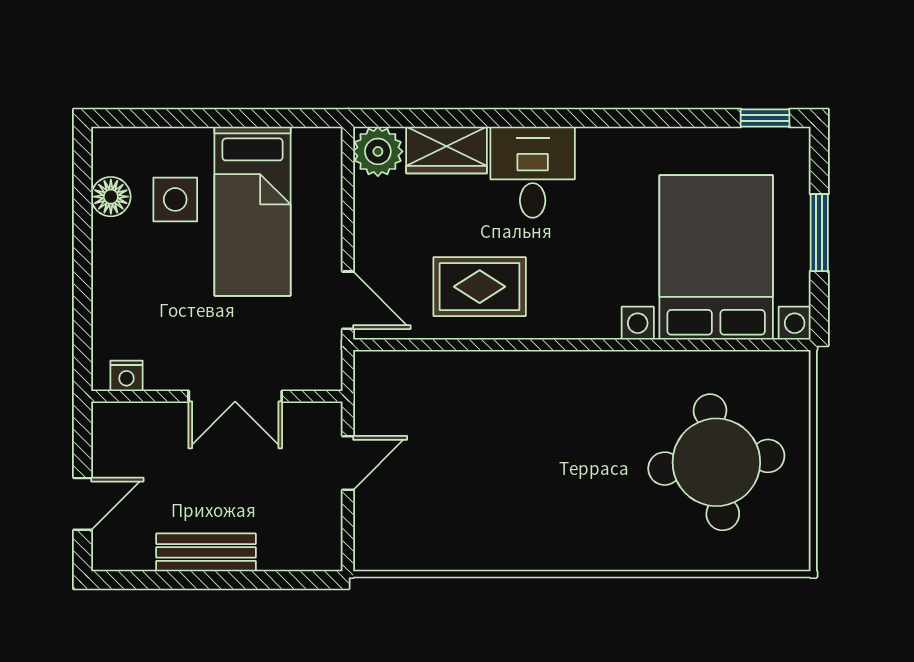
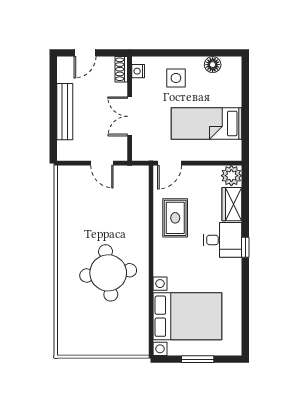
window: (765, 118) -> (245, 247), moved
side table: (175, 199) -> (176, 78), moved
shoe rack: (122, 416) -> (121, 69), added
round table: (716, 462) -> (108, 273), moved
door: (83, 504) -> (85, 53), hinge flipped
bench: (206, 552) -> (65, 112), width x1.36

